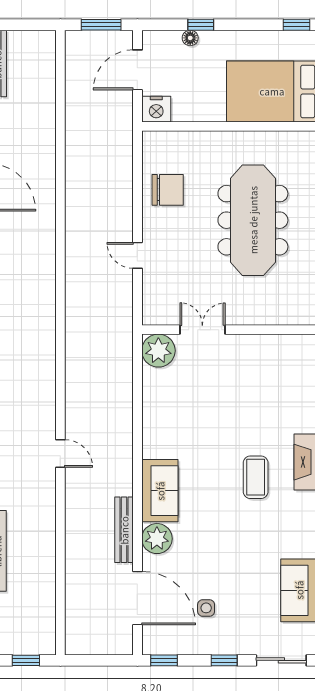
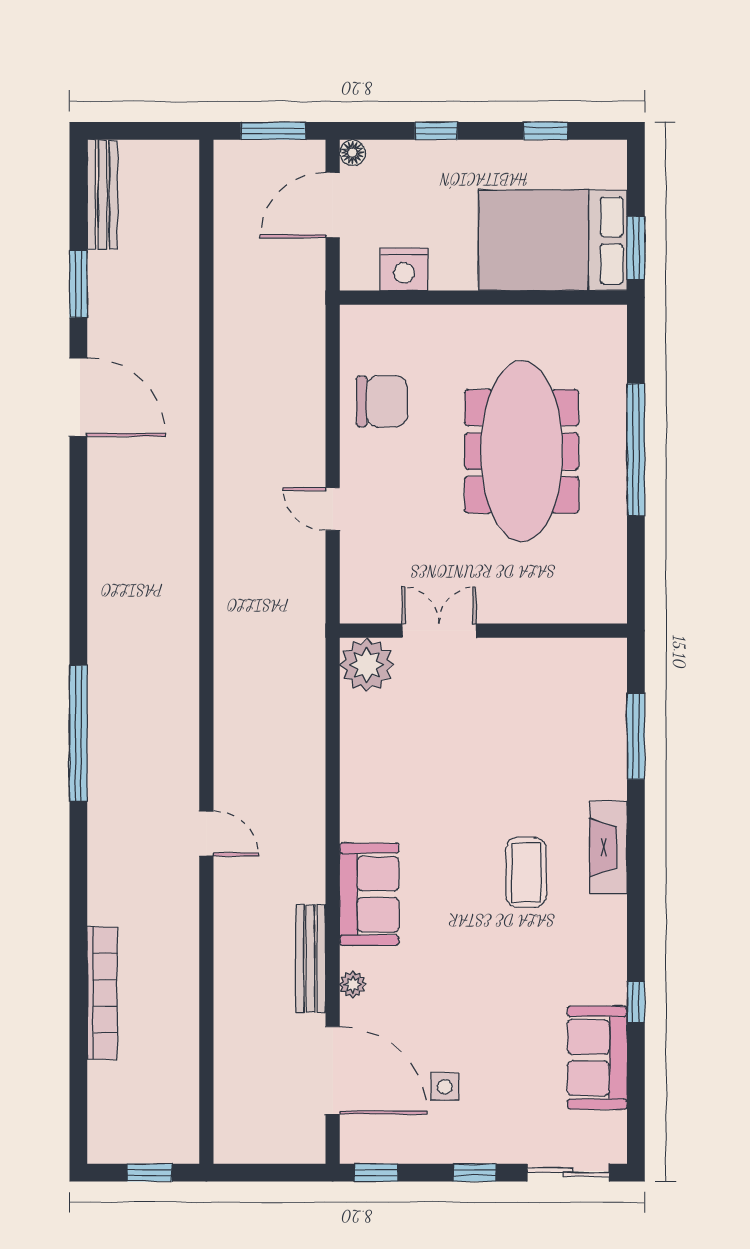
window: (297, 25) -> (546, 131), moved
floor lamp: (190, 38) -> (352, 153), moved
nightstand: (156, 109) -> (404, 269), moved
plant: (157, 539) -> (353, 984), width x0.53, depth x0.53

